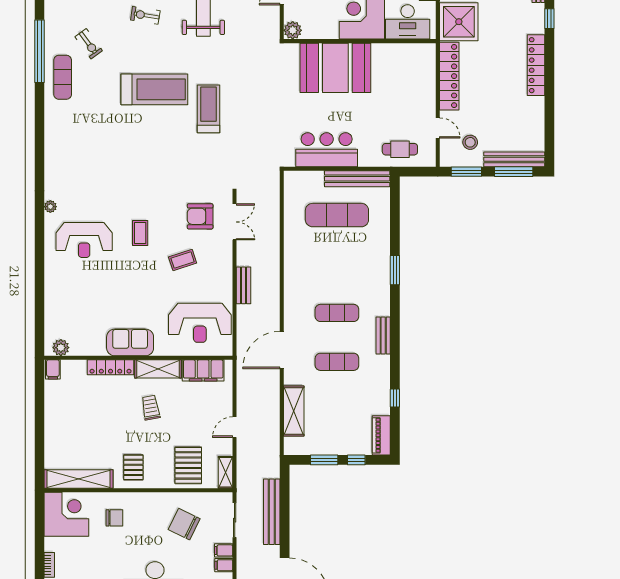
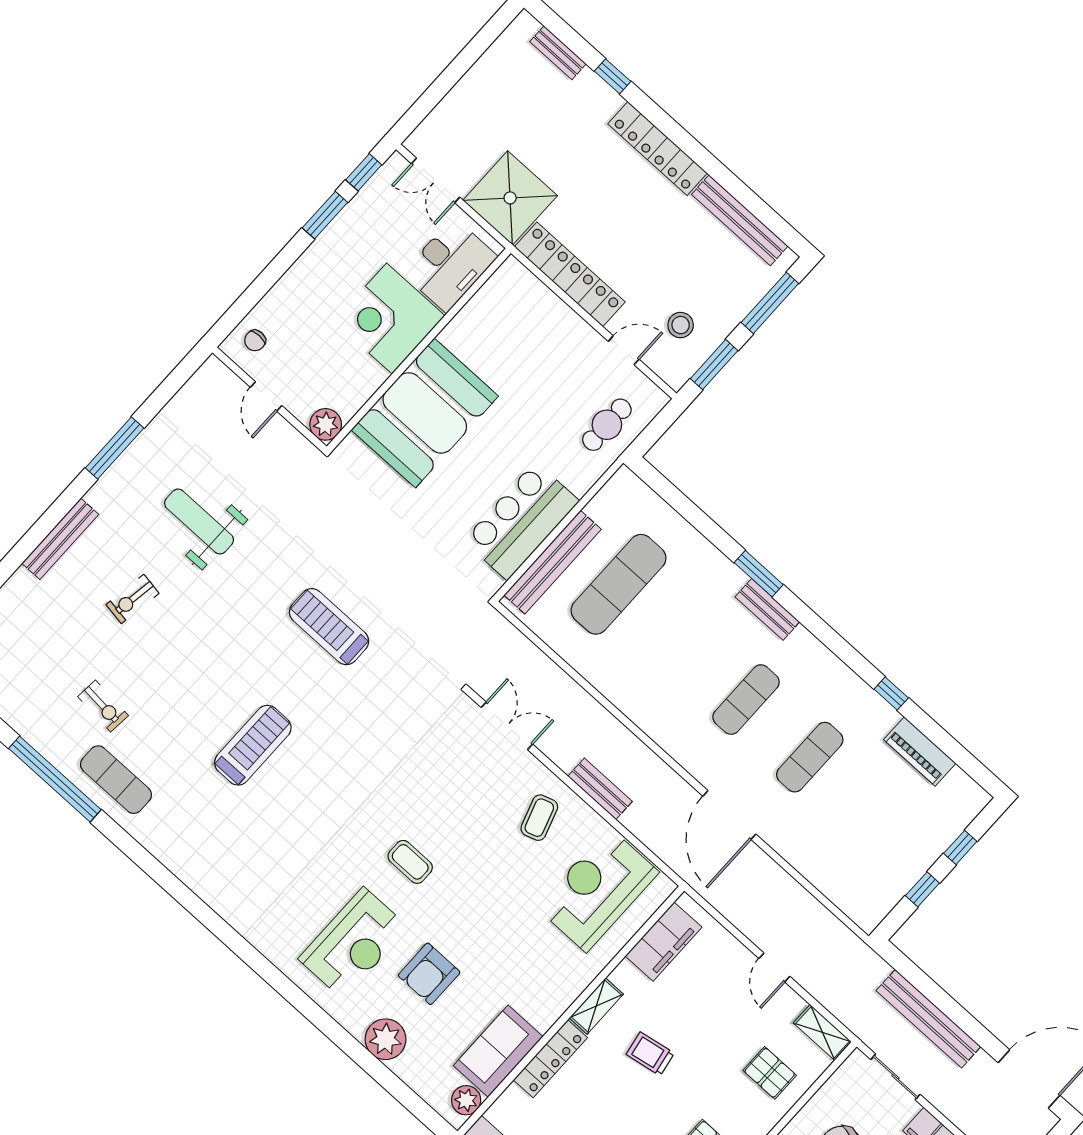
exercise bike: (89, 44) -> (103, 706), turned 41
treadmill: (154, 89) -> (253, 745), moved, width x0.73, depth x0.73
bench: (514, 159) -> (740, 220), moved, turned 90
bench: (357, 179) -> (553, 562), moved
plant: (50, 207) -> (386, 1039), moved, width x1.88, depth x1.88
armchair: (200, 216) -> (429, 974), moved
coffee table: (183, 260) -> (539, 818), moved
reception desk: (200, 323) -> (598, 890), turned 180
bench: (383, 336) -> (767, 609), moved
sofa: (130, 342) -> (498, 1051), moved
shelving: (158, 369) -> (596, 1006), width x0.67, depth x0.75
window: (395, 398) -> (891, 693), moved
shelving: (294, 411) -> (823, 871), removed
piano: (381, 435) -> (920, 751), moved
window: (324, 460) -> (922, 889), width x0.67
pallet: (188, 465) -> (770, 1073), width x0.67, depth x0.71

